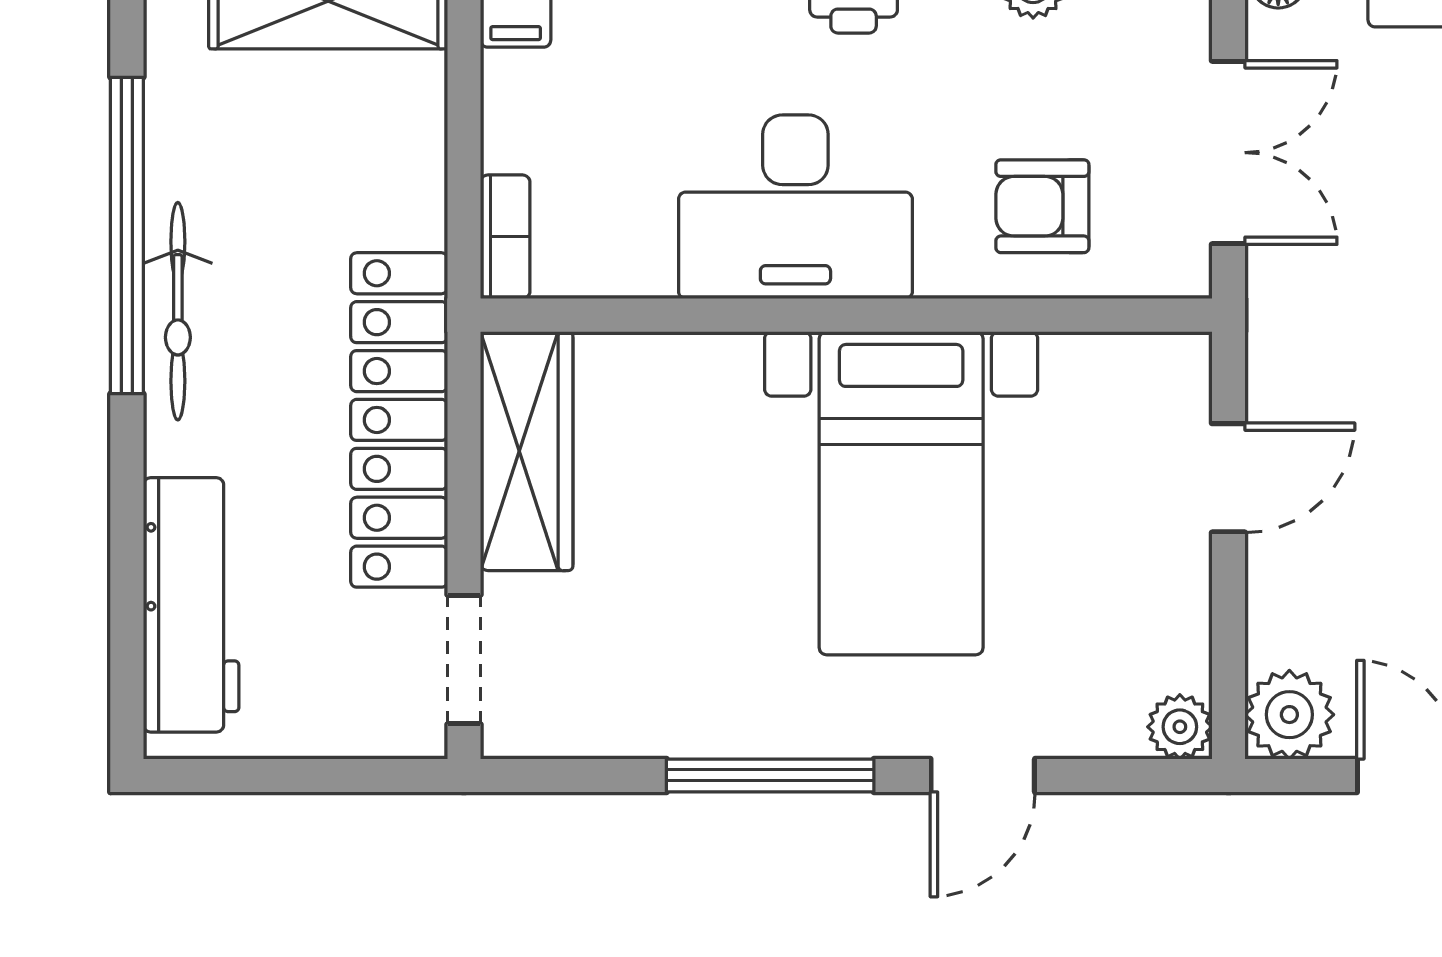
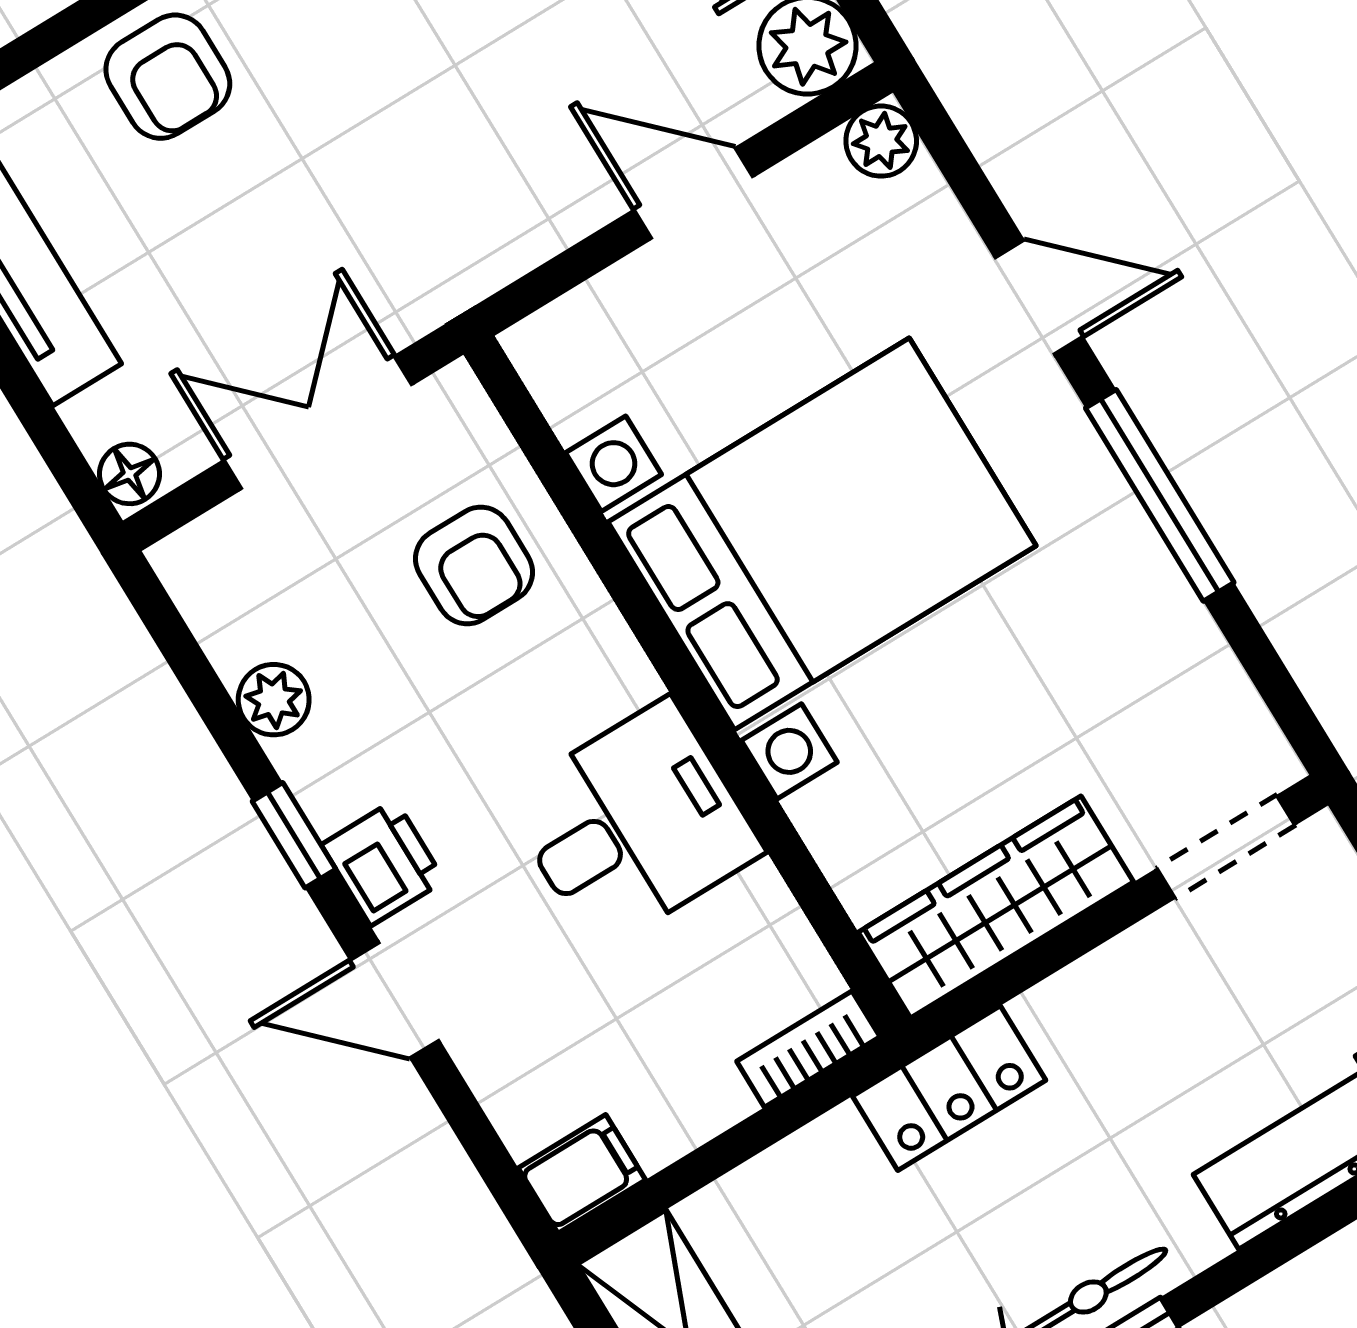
desk: (795, 207) -> (633, 825), width x0.73
locker: (399, 420) -> (949, 1088), width x0.46, depth x0.83
door: (1229, 478) -> (693, 193), moved
bed with nightstands: (901, 493) -> (822, 534), width x1.36

